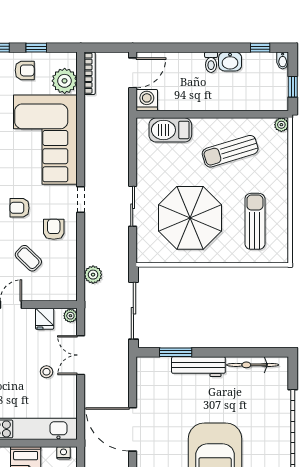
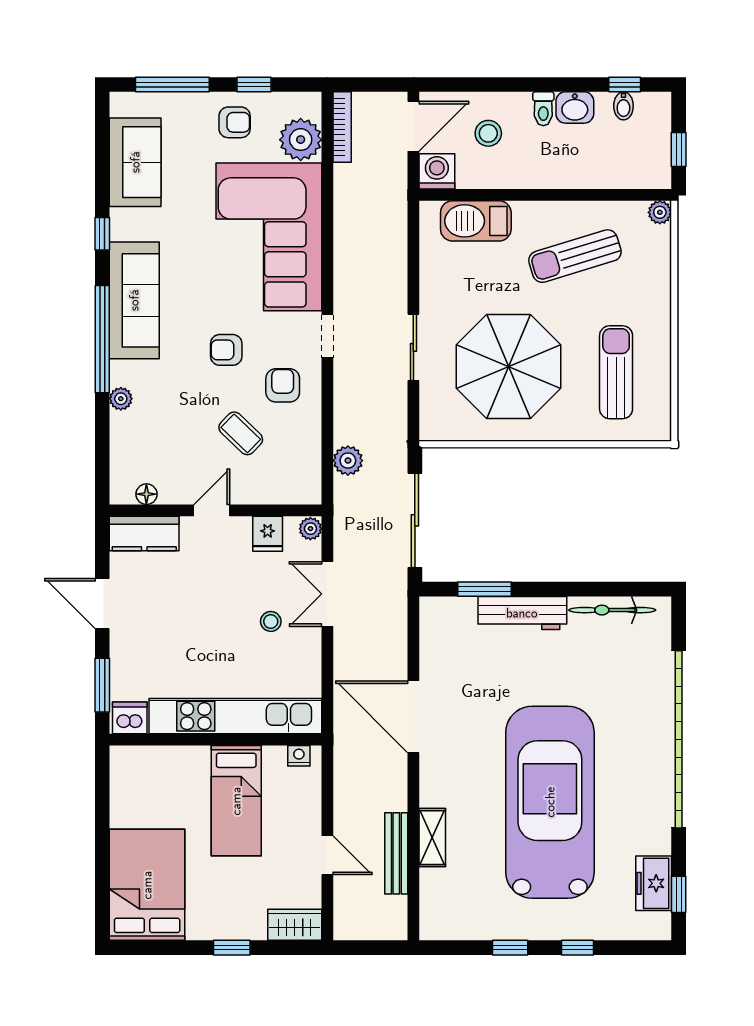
bidet: (283, 60) -> (623, 106), moved
stool: (178, 77) -> (488, 133), added

